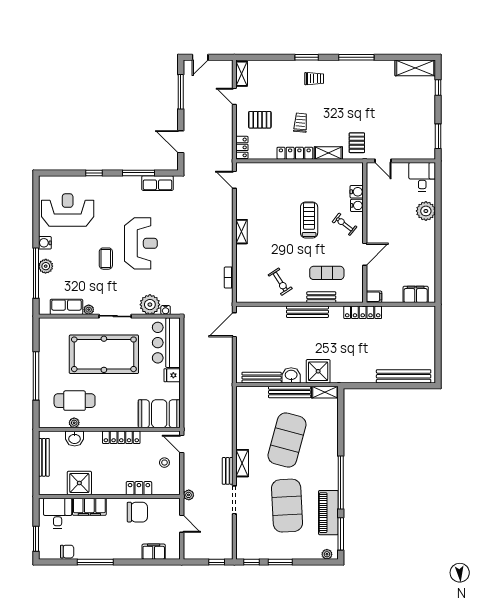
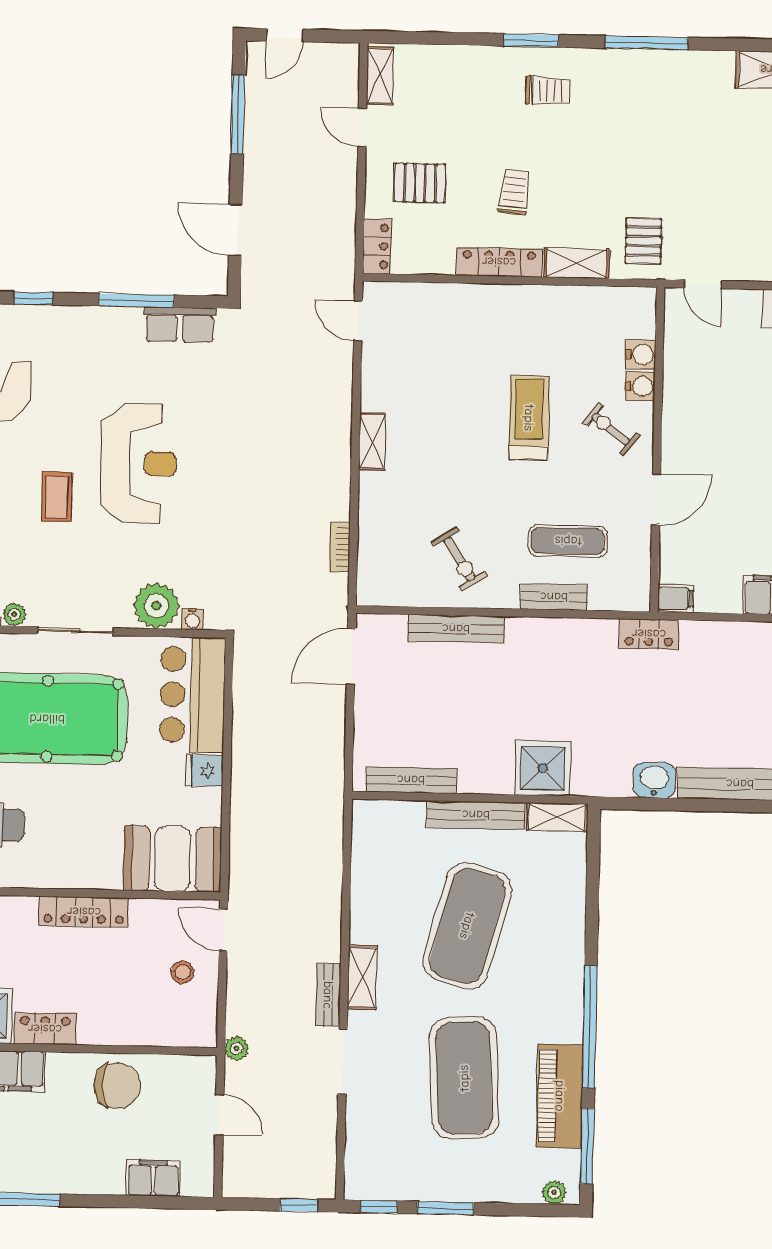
bench: (307, 312) -> (456, 629), moved
locker: (363, 312) -> (649, 634), width x0.66
washbasin: (291, 375) -> (654, 780), moved
locker: (139, 488) -> (45, 1029), moved

